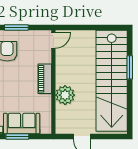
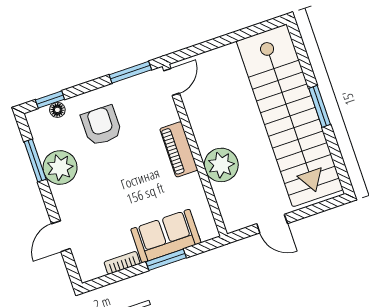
window: (16, 28) -> (130, 72), moved
window: (130, 67) -> (320, 106), moved

